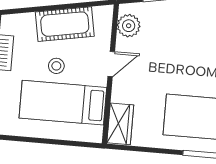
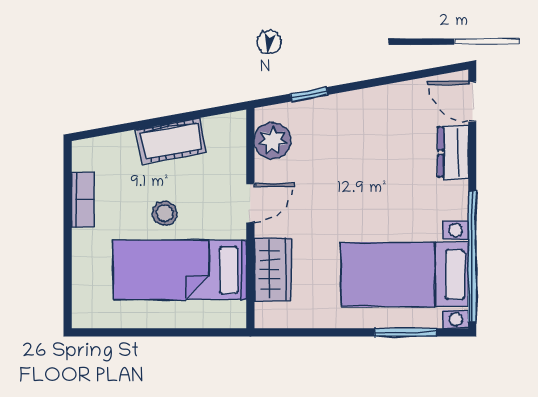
cot: (65, 24) -> (171, 141), width x0.73, depth x0.75
wardrobe: (120, 124) -> (273, 269), moved

